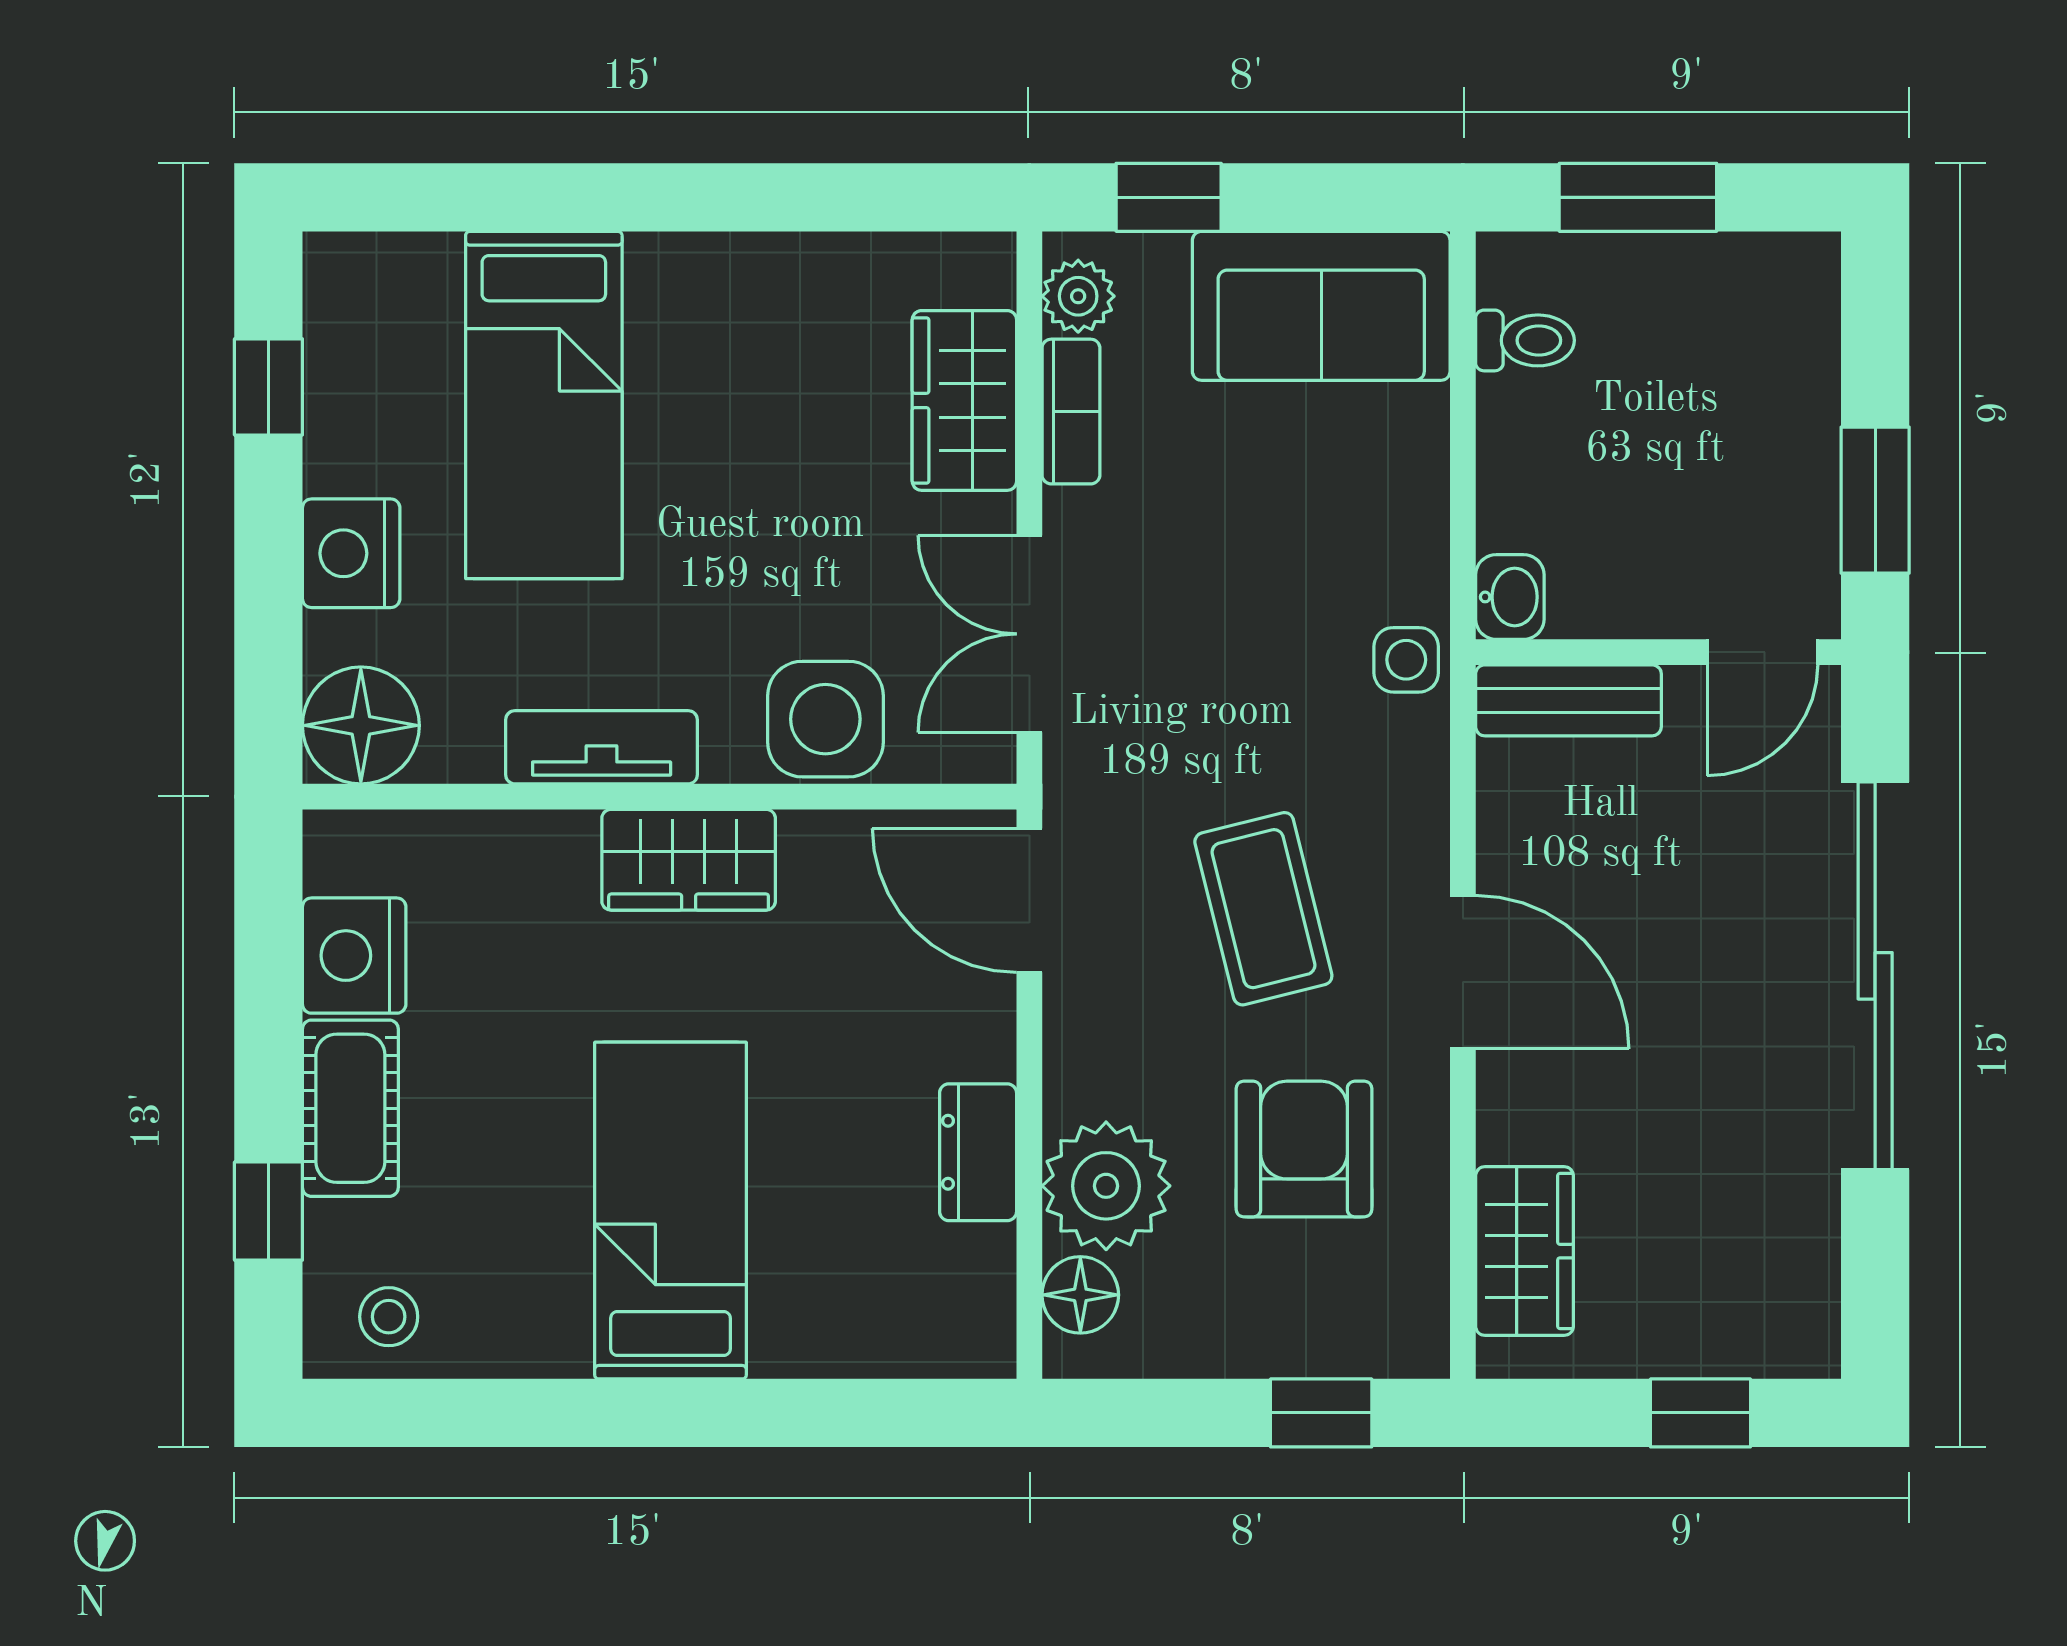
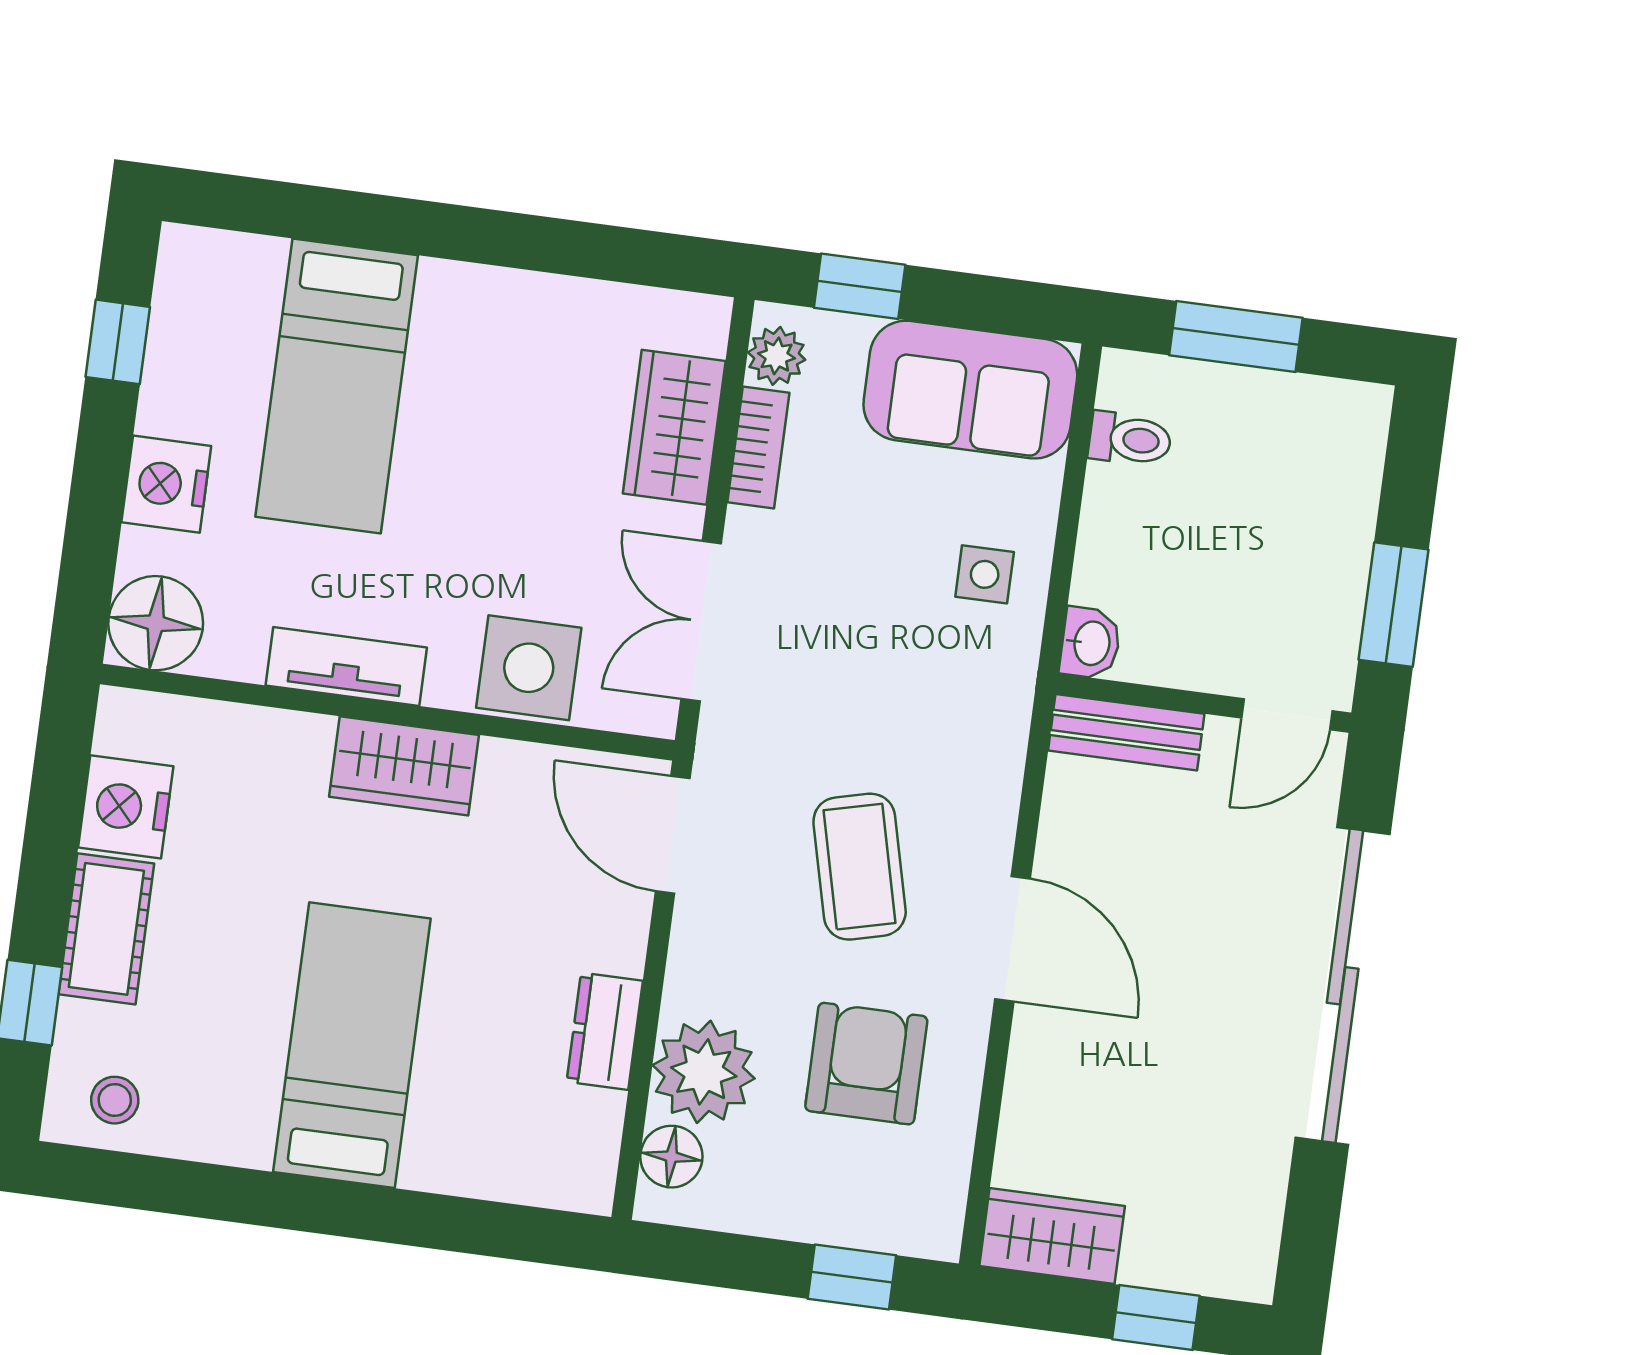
side table: (1406, 660) -> (985, 574), moved
wardrobe: (1524, 1251) -> (1052, 1236), moved, turned -90

